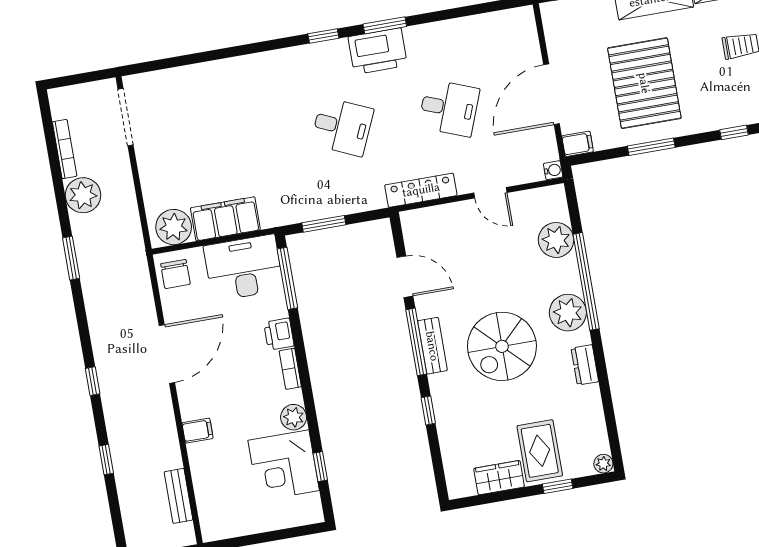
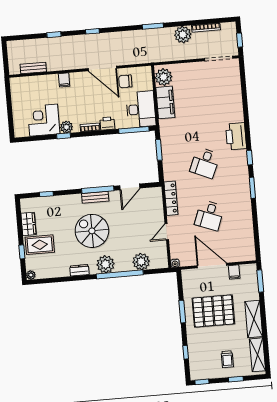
printer: (378, 51) -> (236, 136), moved
window: (84, 78) -> (240, 40), added
filing cabinet: (578, 144) -> (234, 272), moved
chair: (175, 274) -> (125, 81), moved
window: (428, 411) -> (46, 194), moved
window: (320, 467) -> (64, 136), moved

